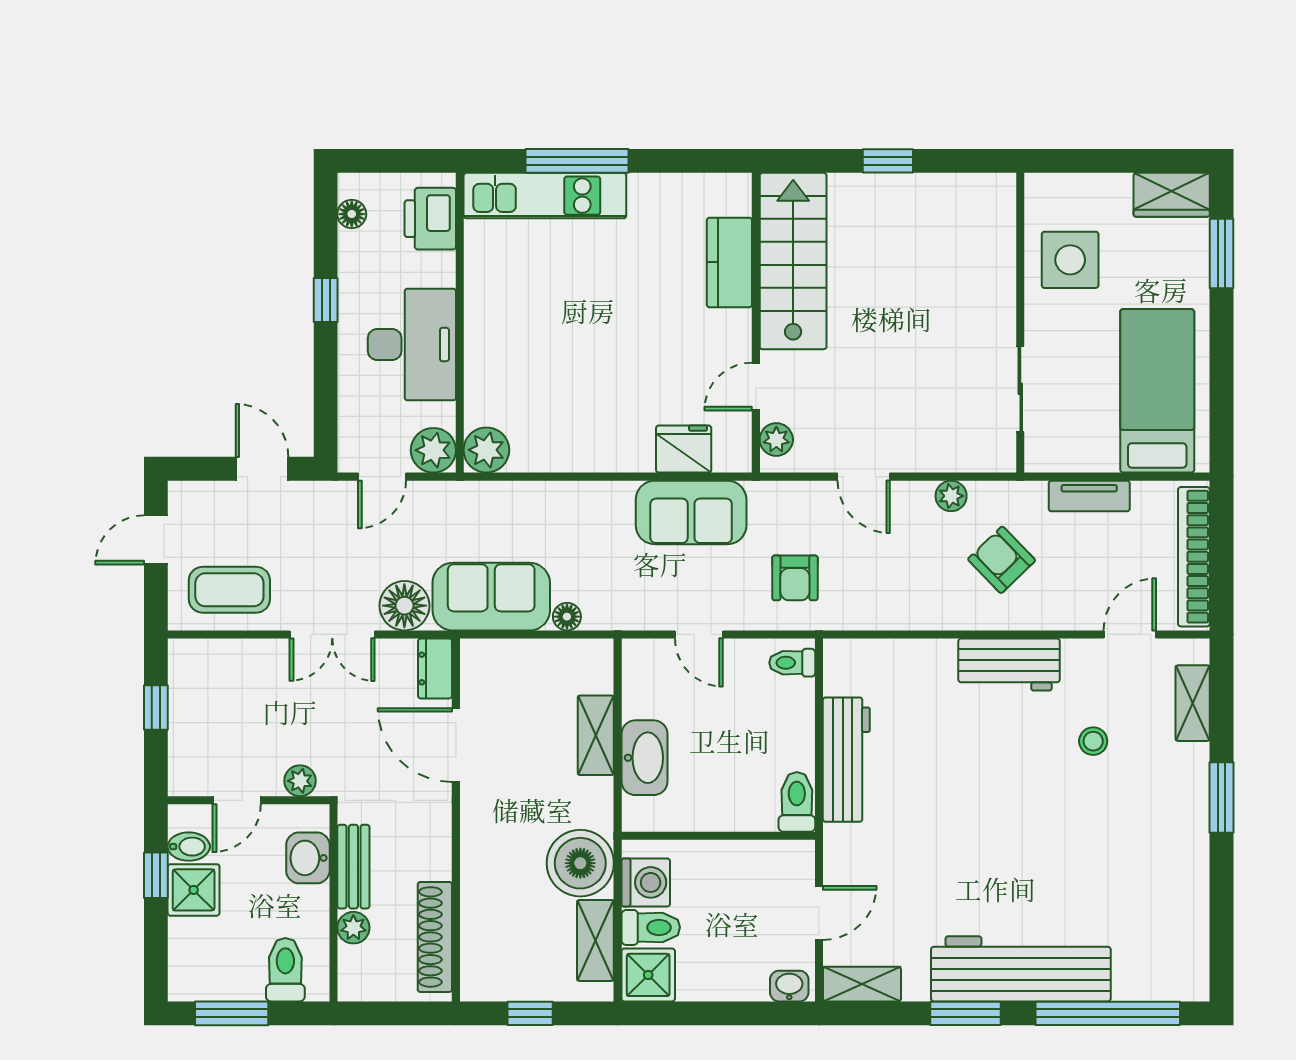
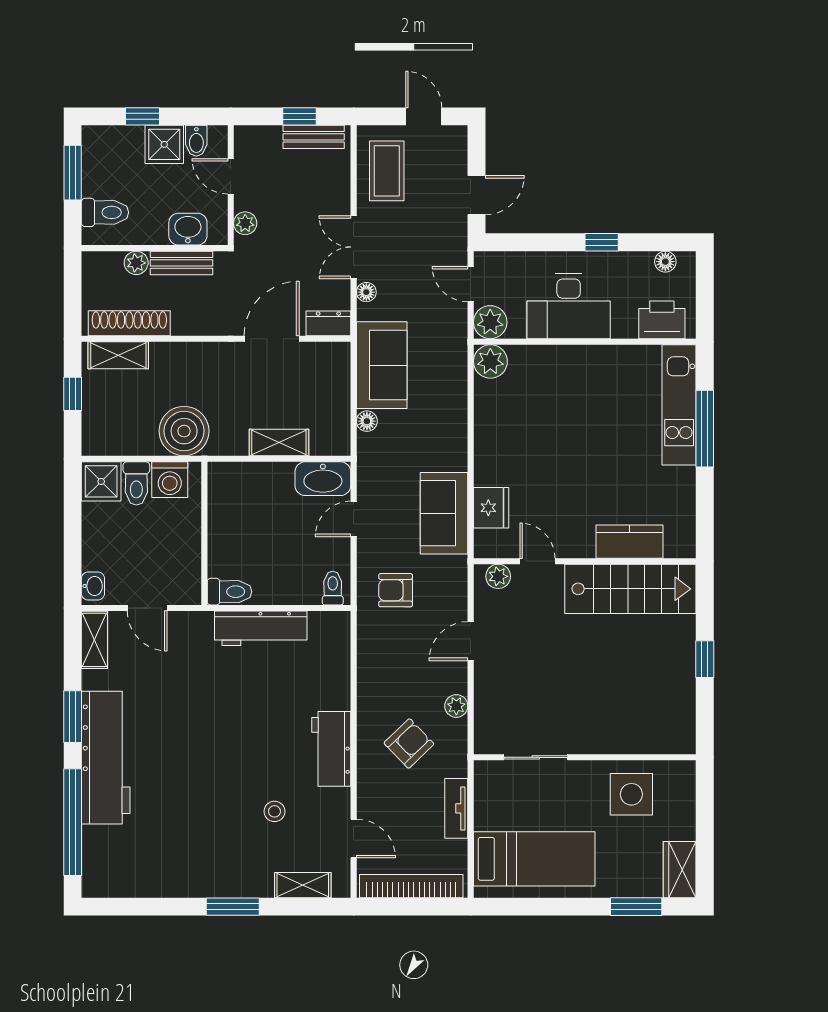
floor lamp: (404, 606) -> (366, 292), width x0.53, depth x0.53
bench: (183, 688) -> (314, 137), added
washbasin: (645, 758) -> (323, 479), moved
window: (156, 875) -> (142, 116), moved
shelving: (595, 940) -> (118, 355), moved

